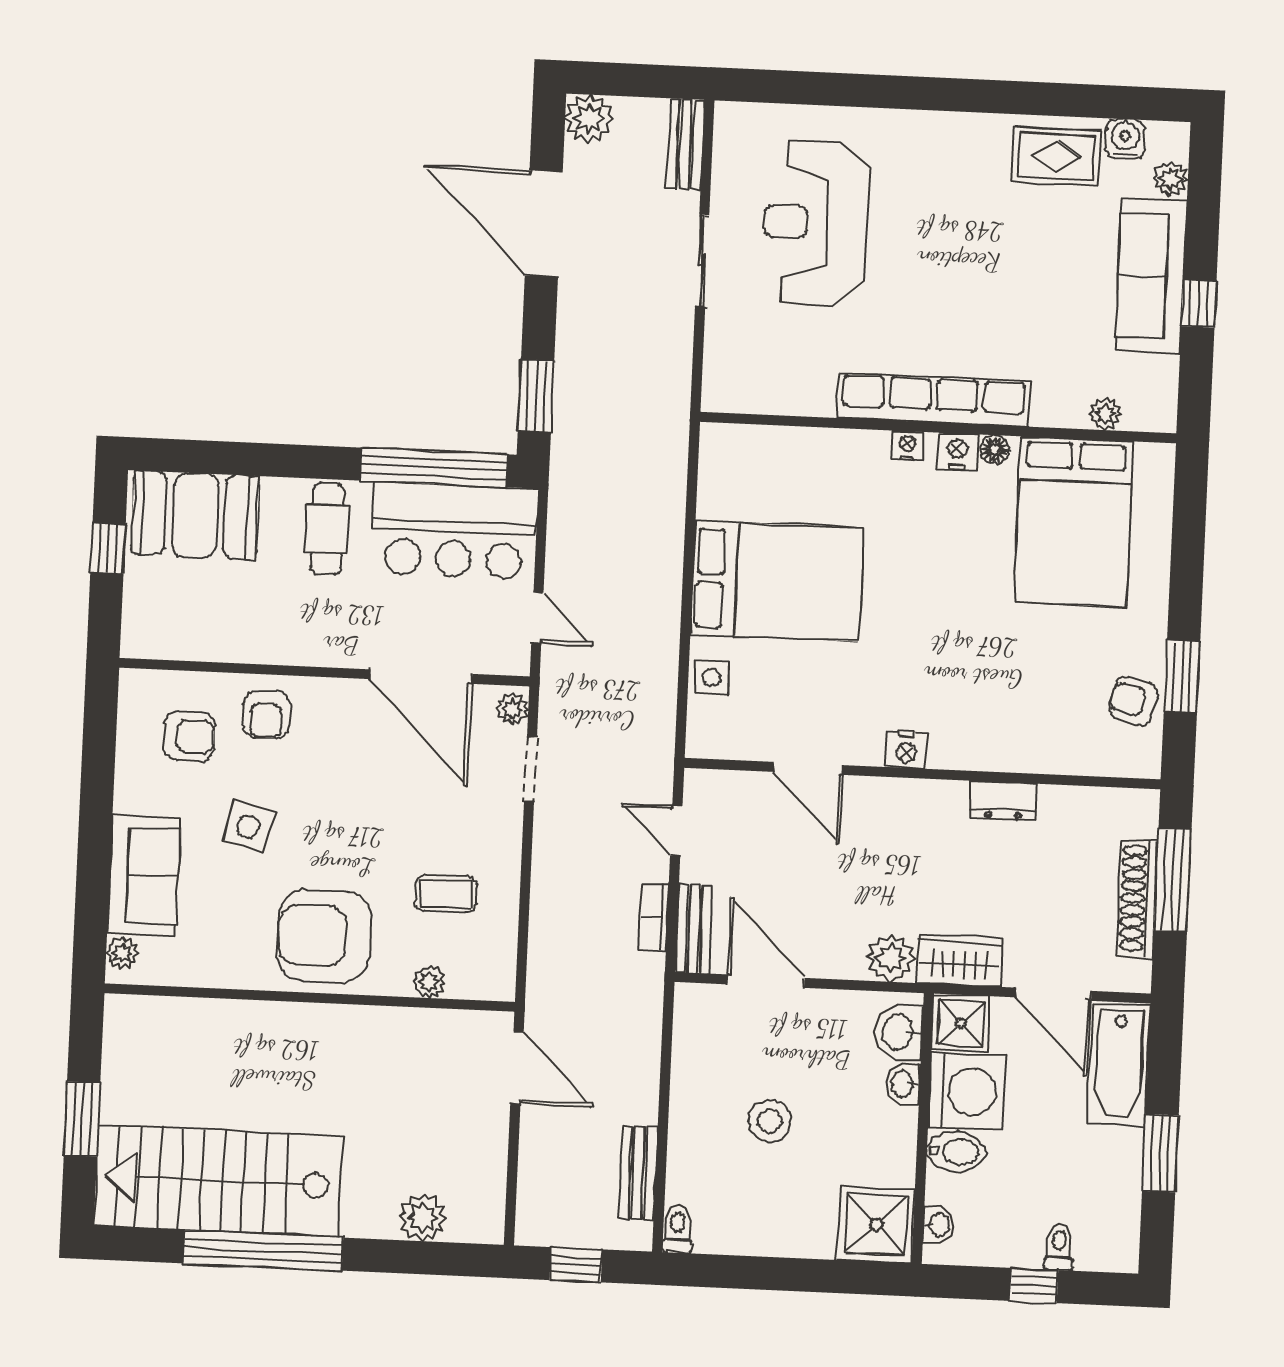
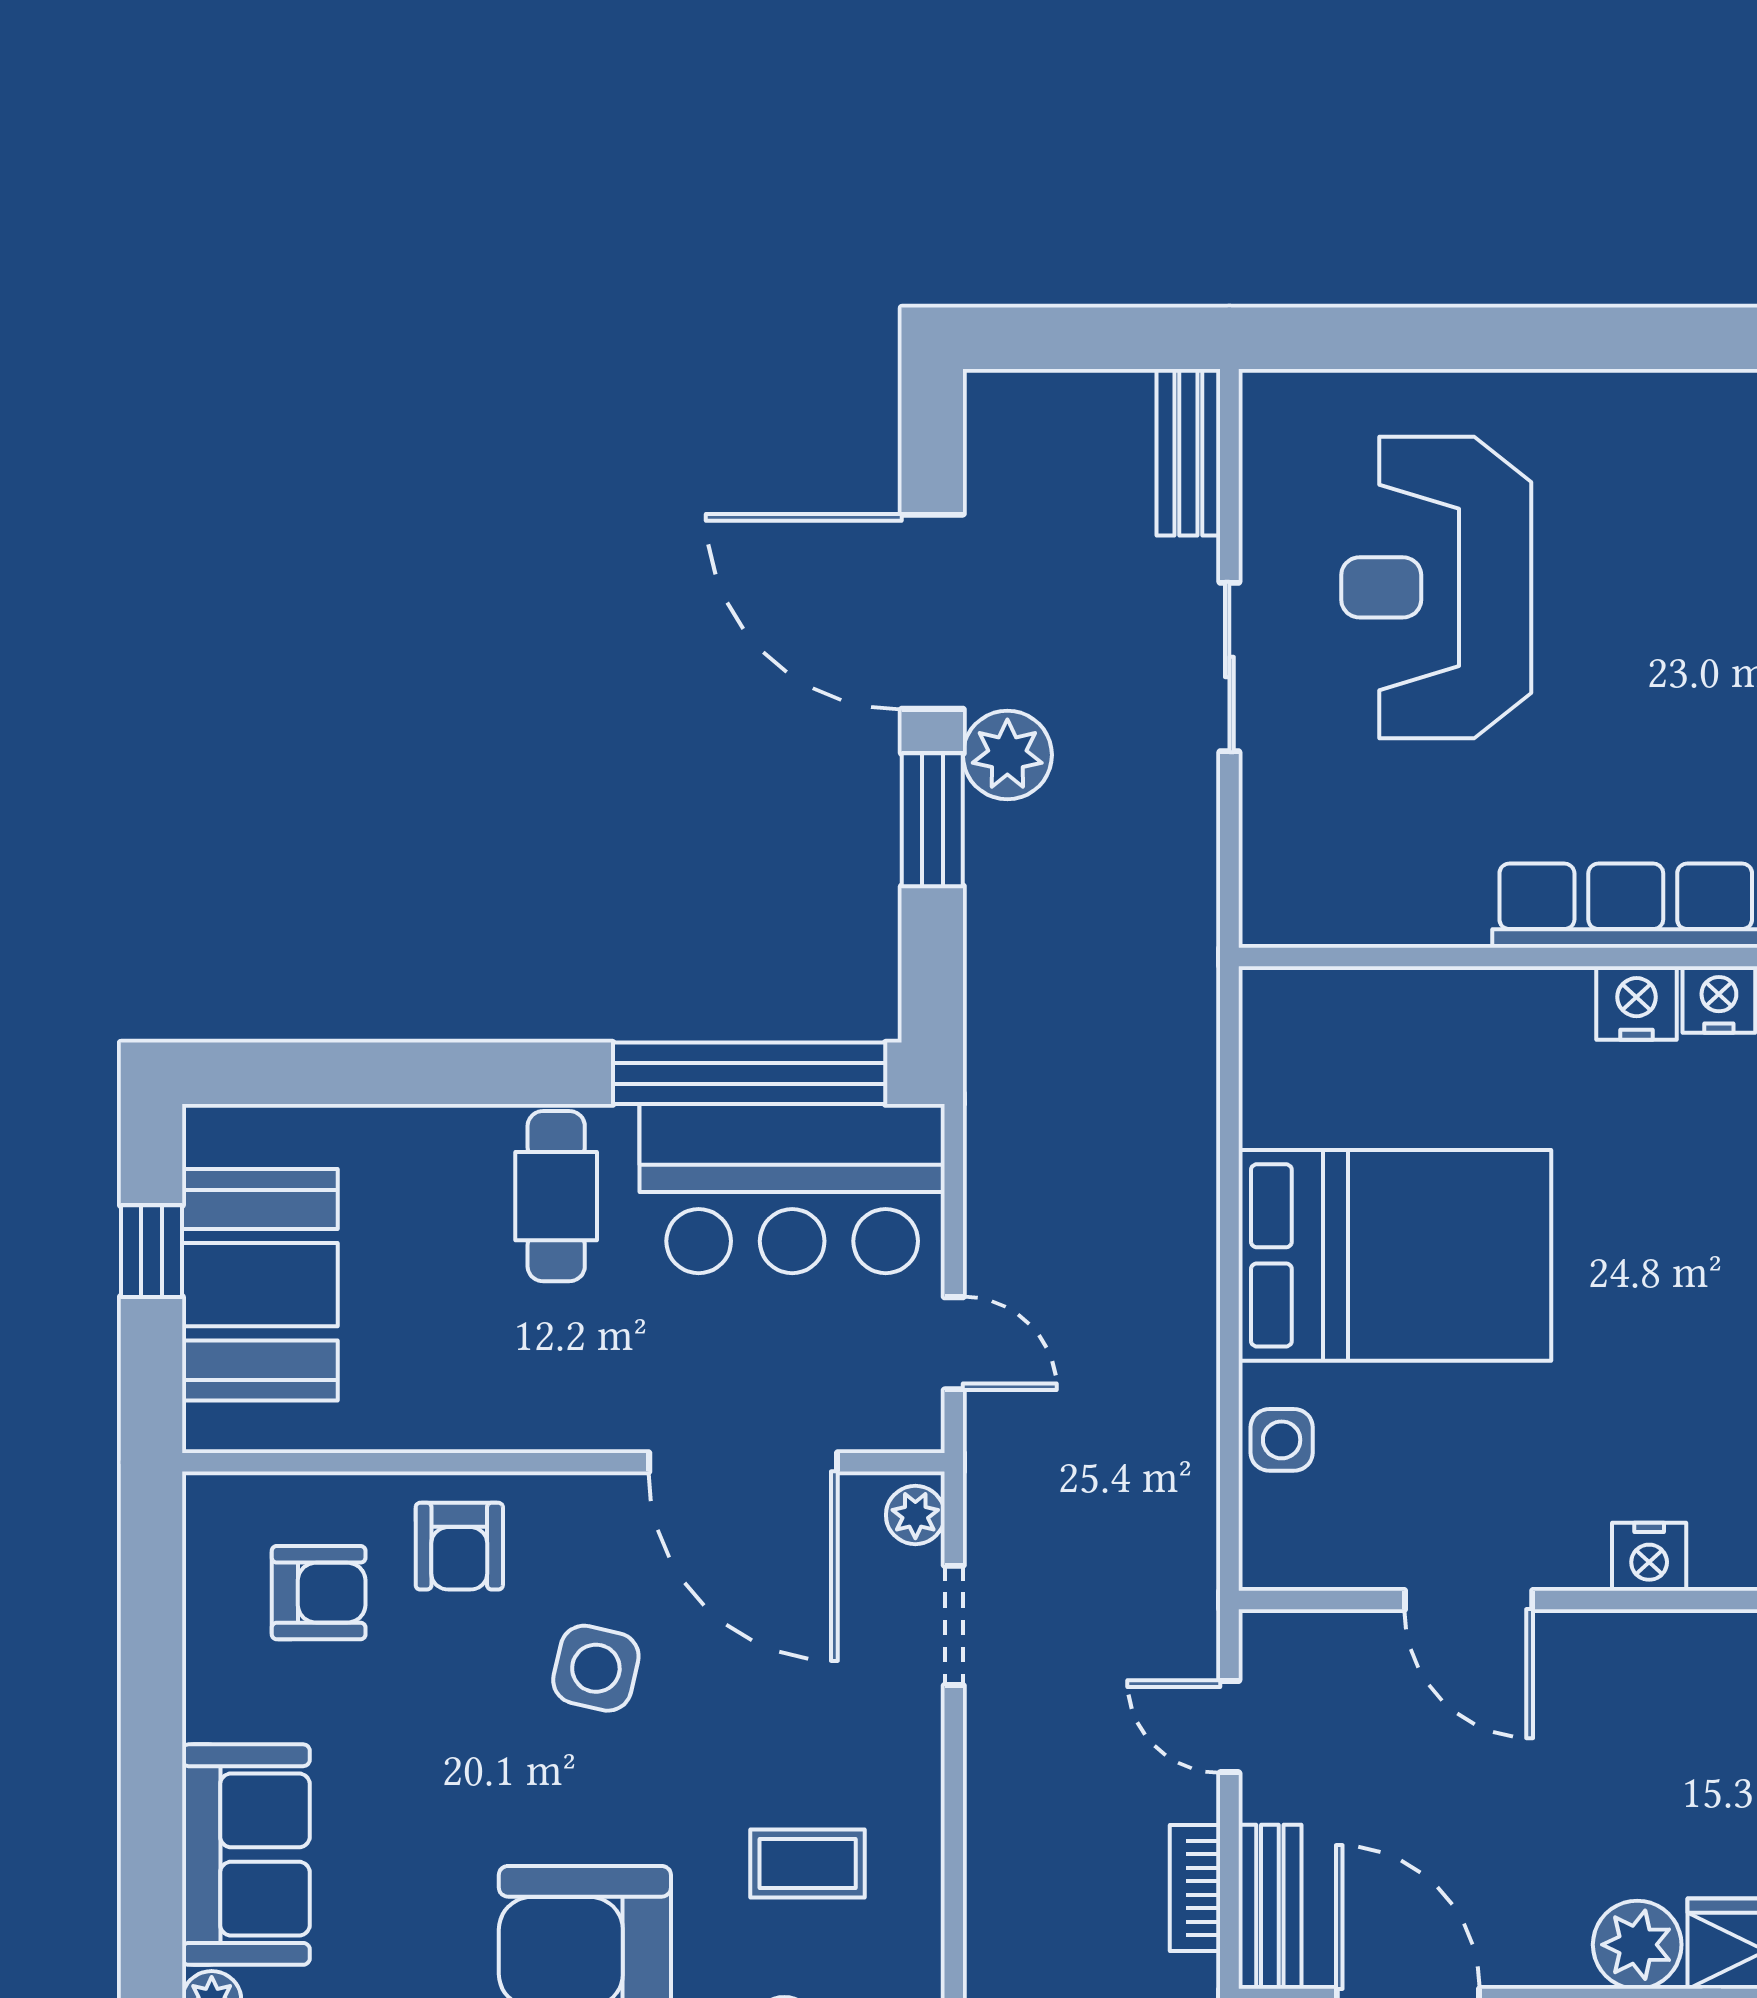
plant: (589, 119) -> (1007, 755), moved
window: (536, 396) -> (932, 820), moved
nightstand: (907, 446) -> (1637, 1003), width x1.39, depth x1.35
booth: (195, 515) -> (260, 1285), moved, turned 90
side table: (248, 826) -> (596, 1668), moved

